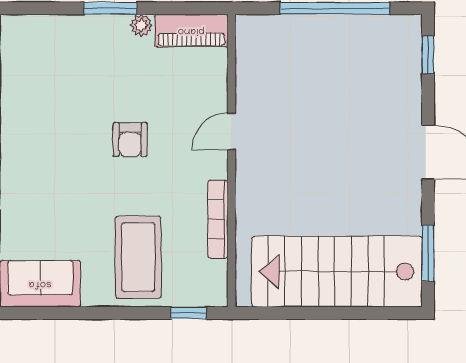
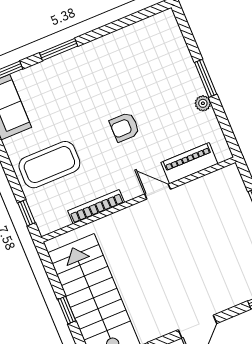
piano: (191, 31) -> (189, 163), moved, turned 90
window: (336, 313) -> (67, 310), added

